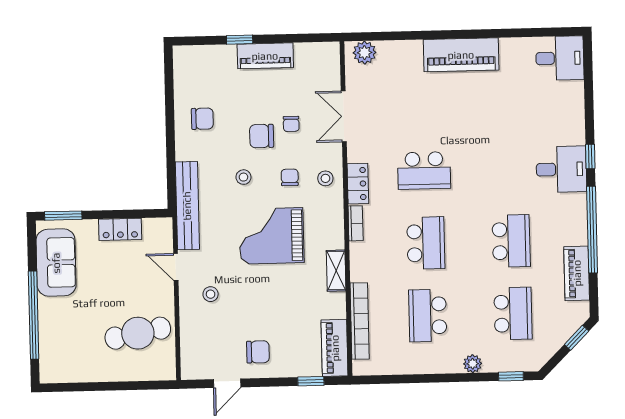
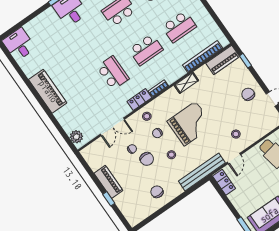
locker: (120, 229) -> (224, 182), moved
grand piano: (271, 236) -> (190, 124), turned -90
school desk: (426, 243) -> (146, 50), turned 180

